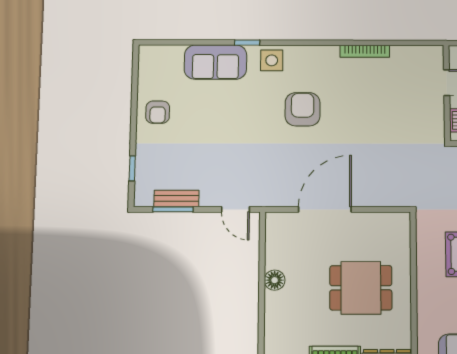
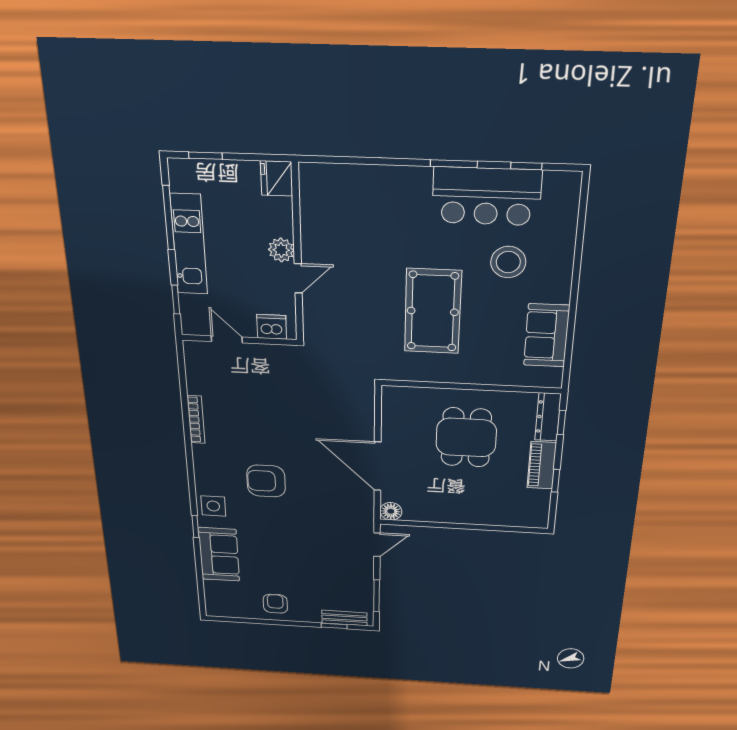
armchair: (158, 112) -> (275, 604), turned -90
bench: (176, 199) -> (344, 618), moved, turned 90
floor lamp: (275, 280) -> (391, 511), moved

